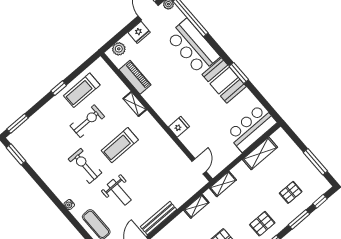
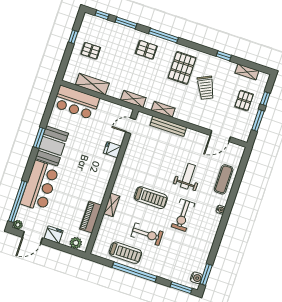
window: (59, 88) -> (134, 272), width x3.17
exercise bike: (87, 121) -> (147, 234), turned 180
fridge: (179, 127) -> (112, 150), moved
water cooler: (18, 143) -> (196, 278), added
window: (315, 162) -> (73, 37), width x0.46
pallet: (291, 192) -> (91, 51), moved
bench: (159, 218) -> (168, 126), moved

